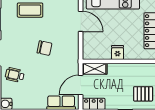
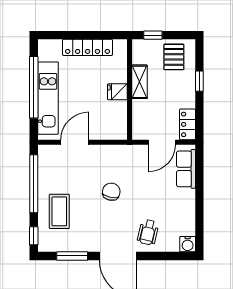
shelving: (95, 69) -> (140, 82), moved
door: (81, 85) -> (162, 142), hinge flipped

